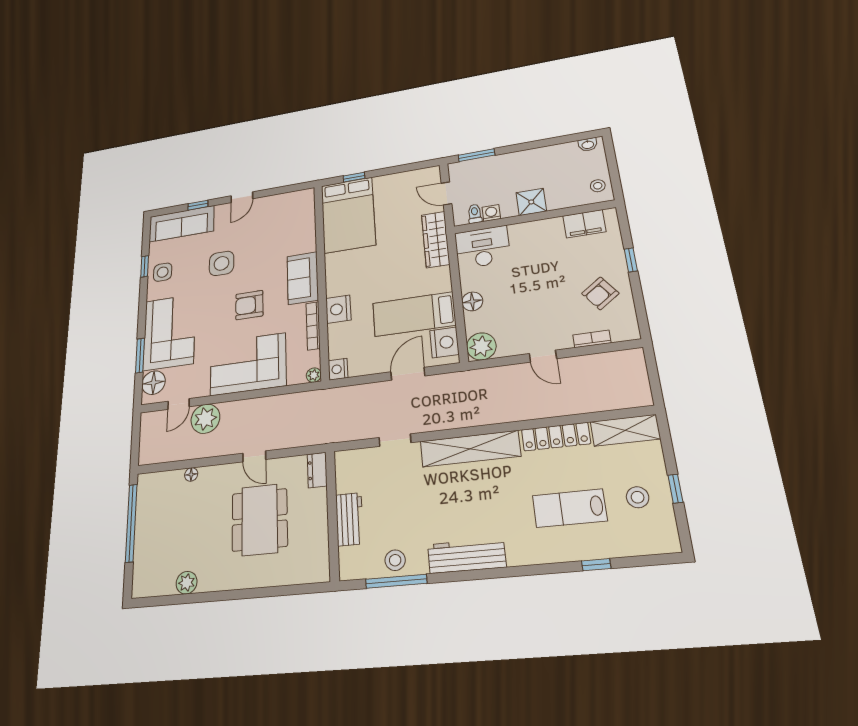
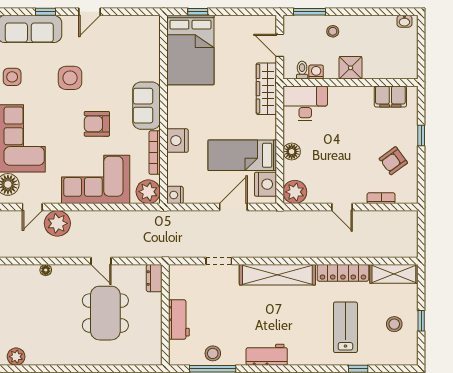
stool: (598, 186) -> (333, 31), moved
plant: (314, 375) -> (148, 192), width x1.88, depth x1.88
lab bench: (570, 508) -> (345, 327), turned 90
workbench: (467, 556) -> (267, 355), width x0.73
plant: (187, 583) -> (16, 357), moved

